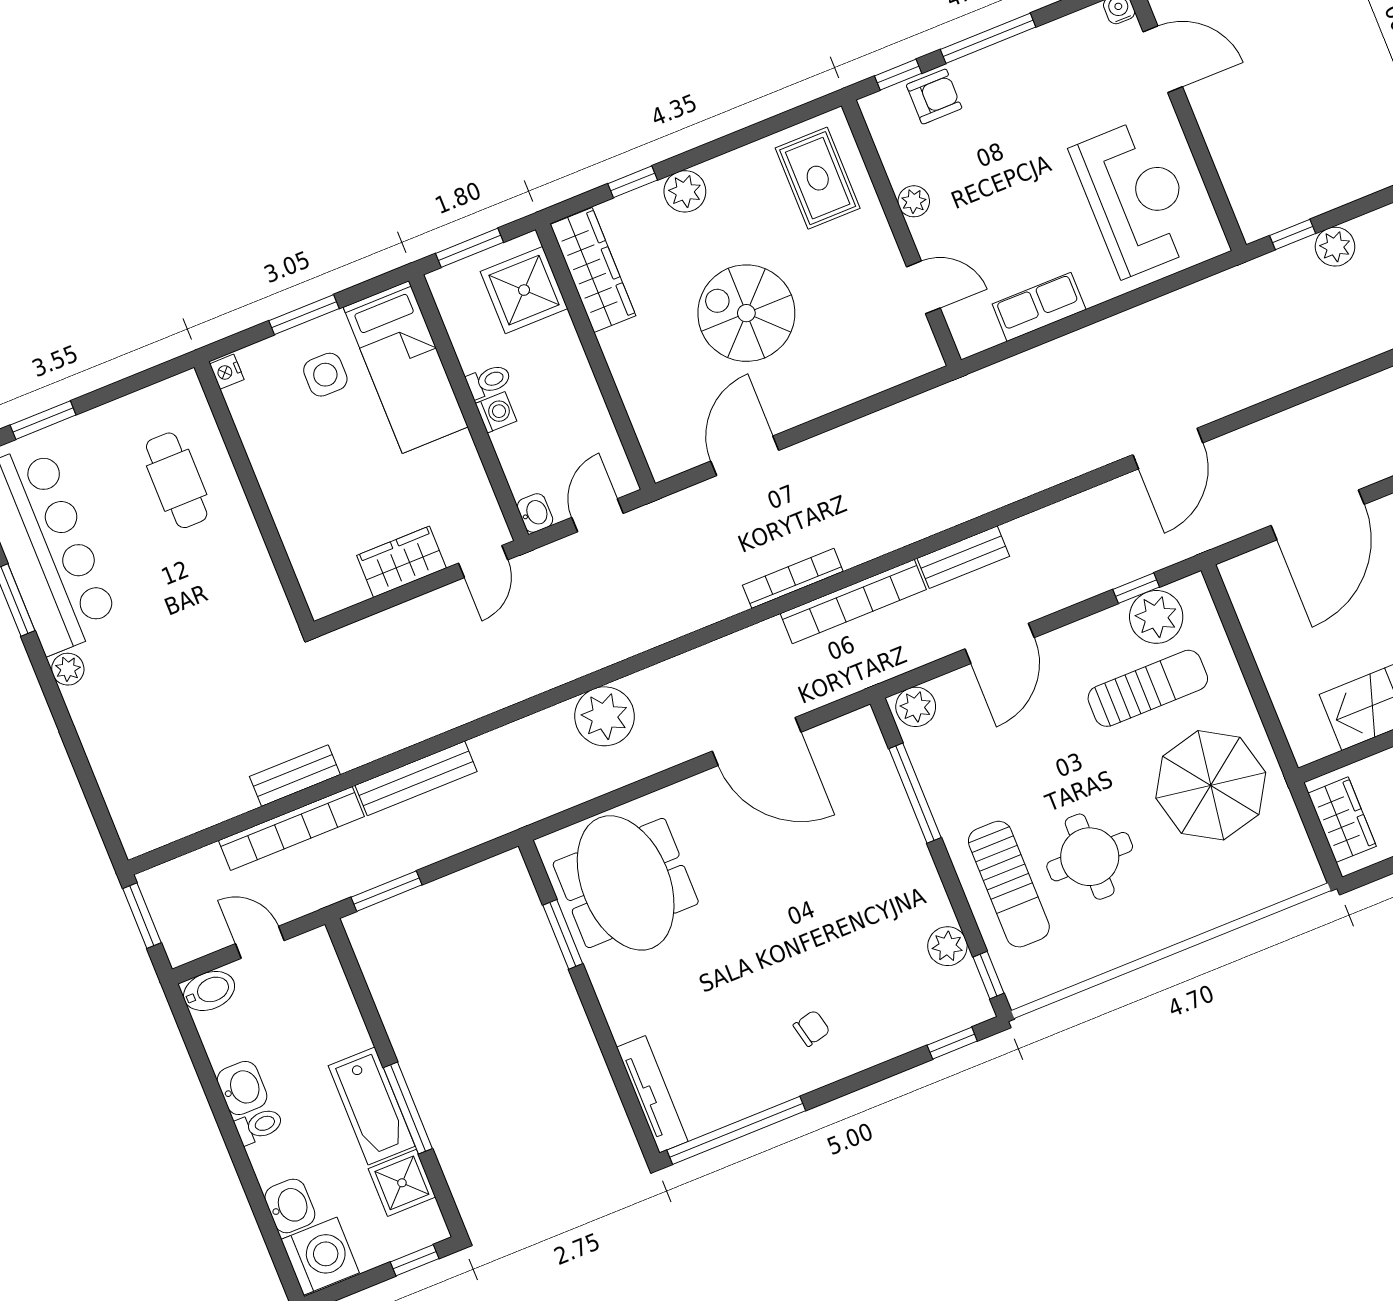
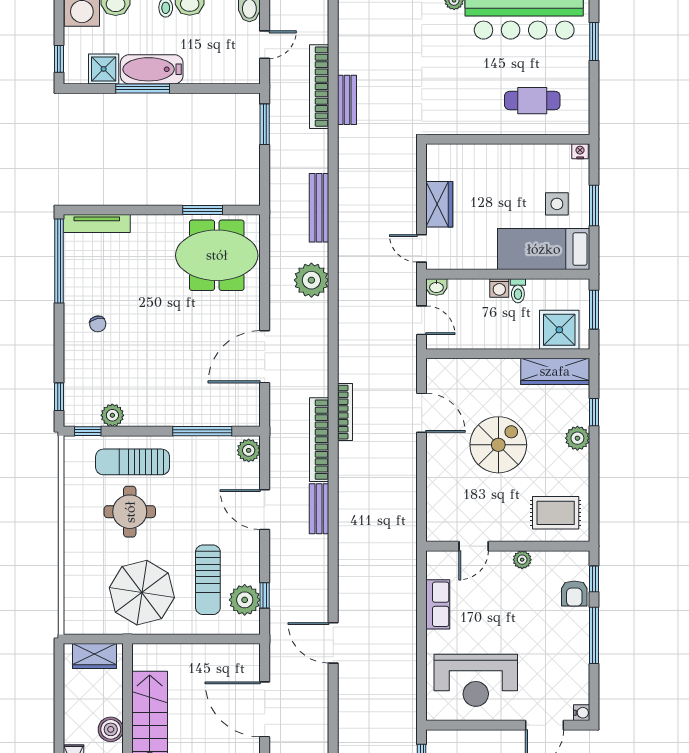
bench: (416, 778) -> (319, 208), moved

